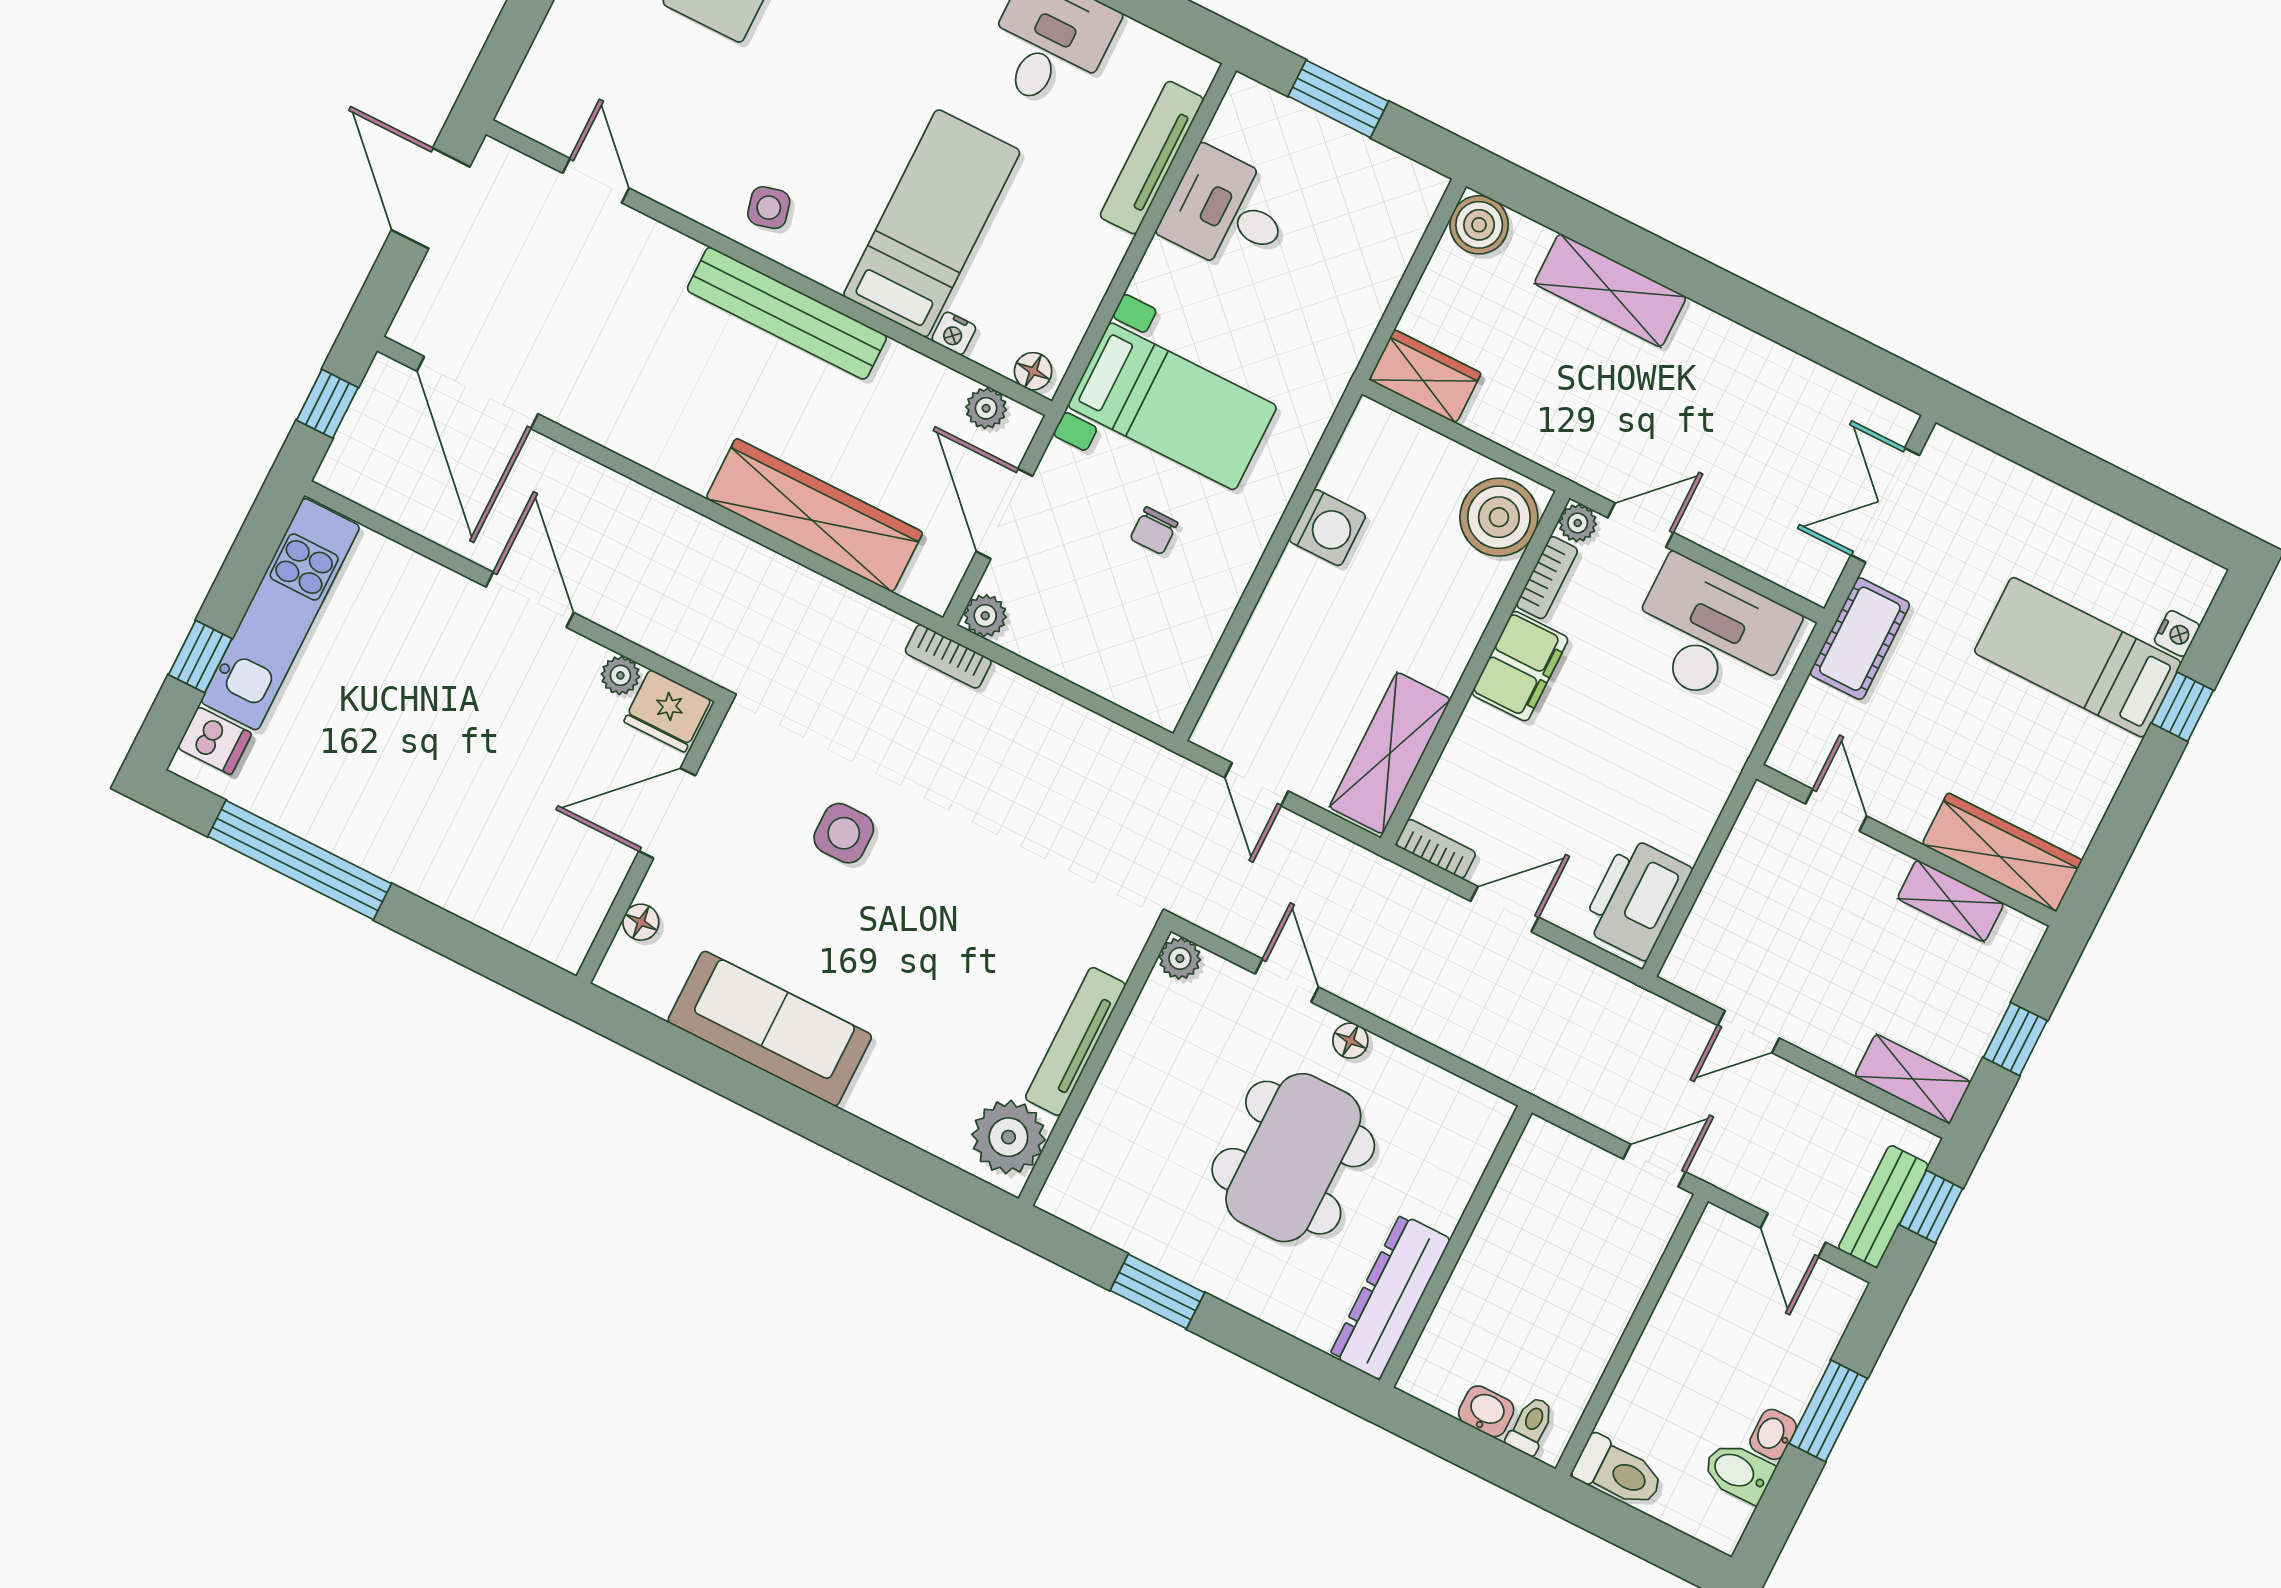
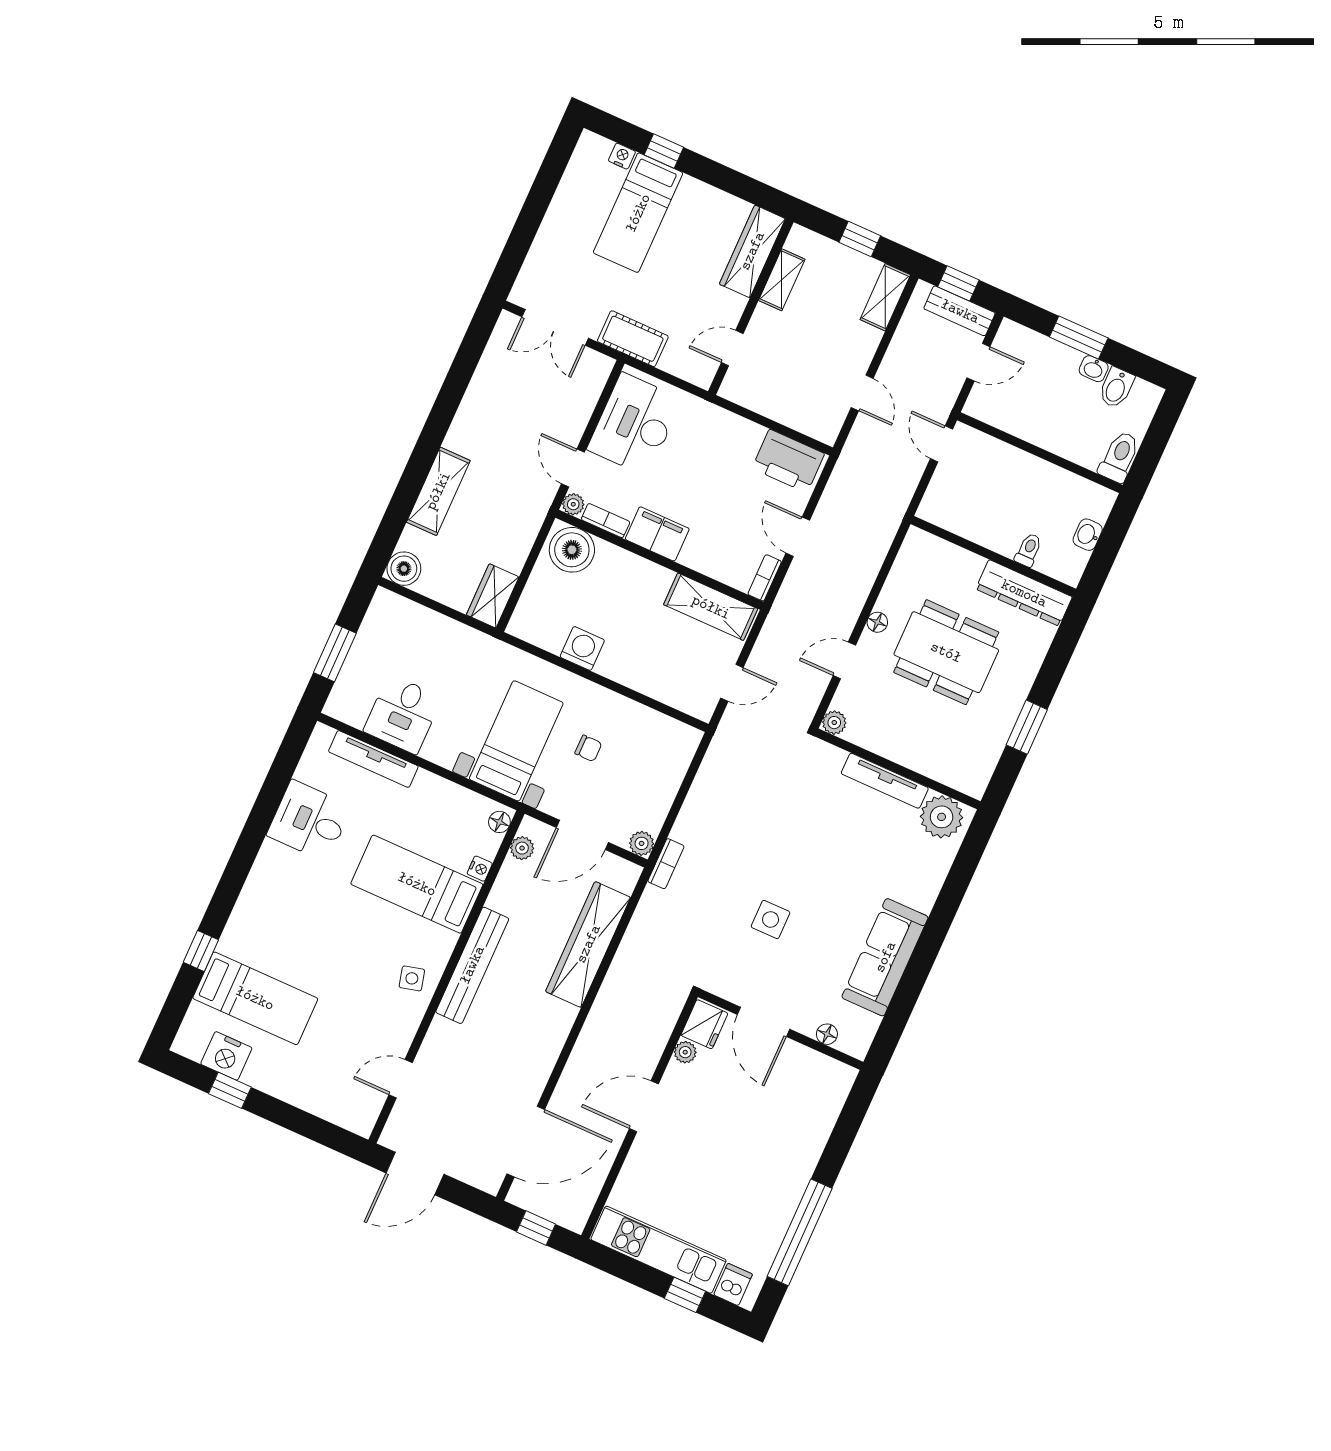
toilet: (1531, 1426) -> (1029, 550), moved, turned 90

